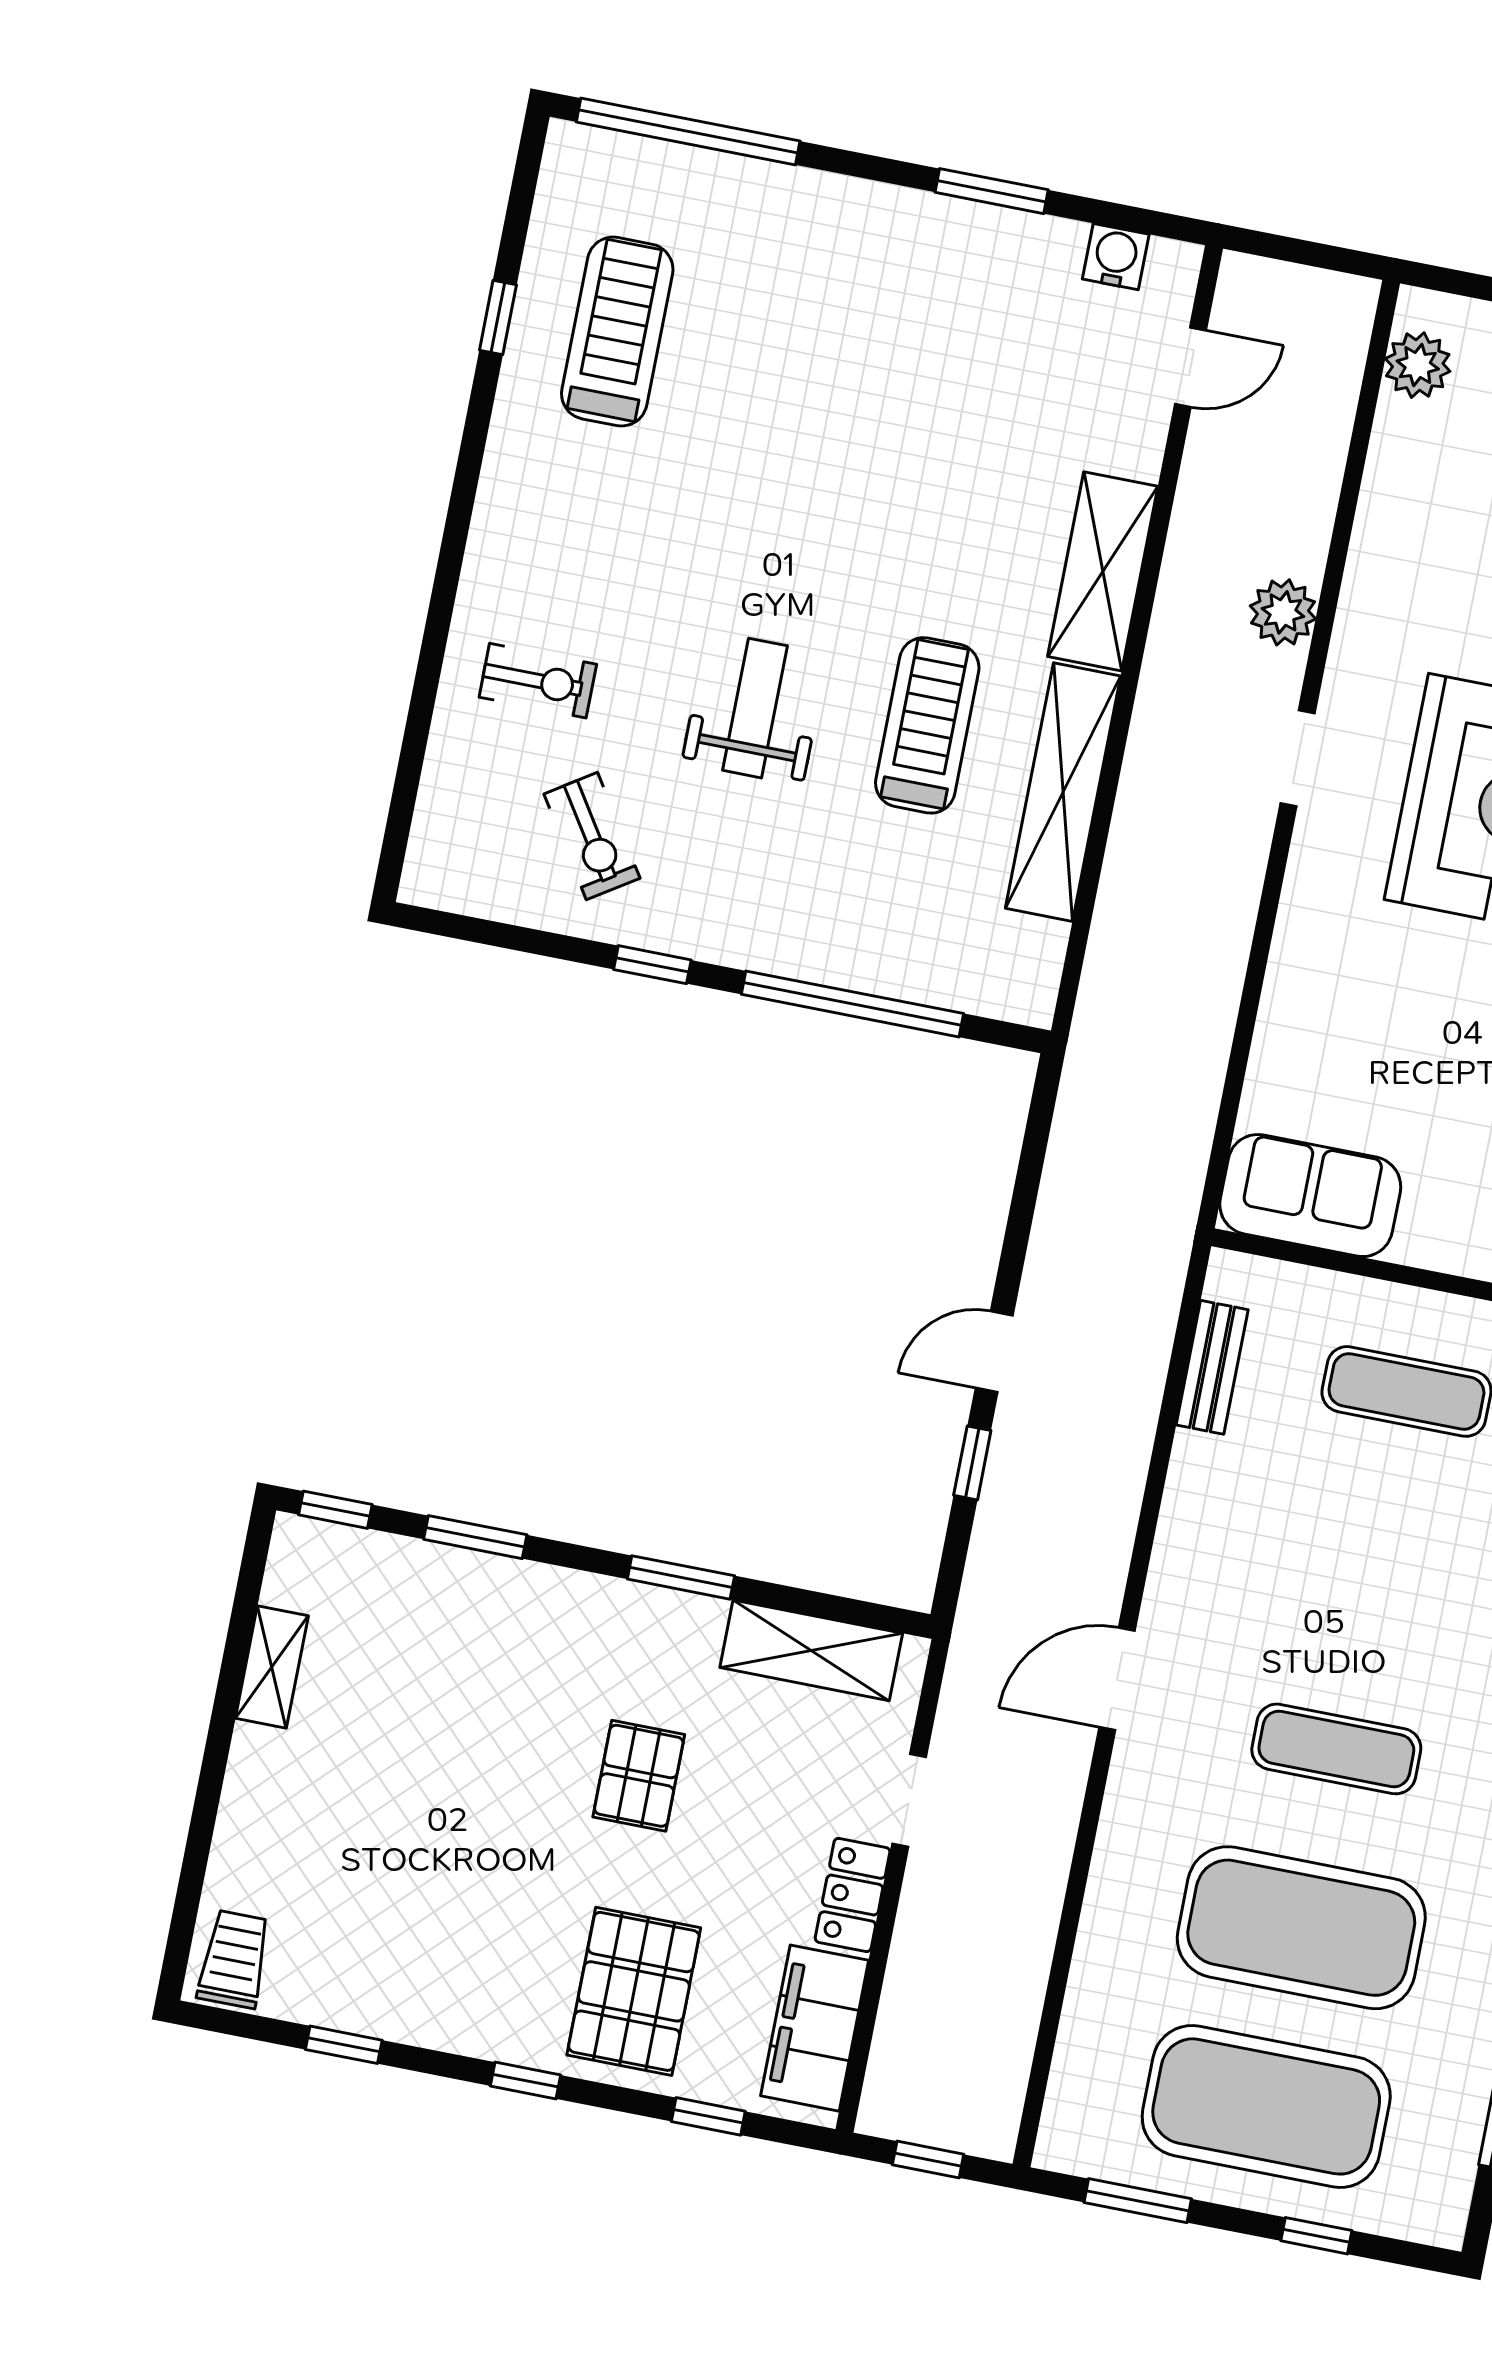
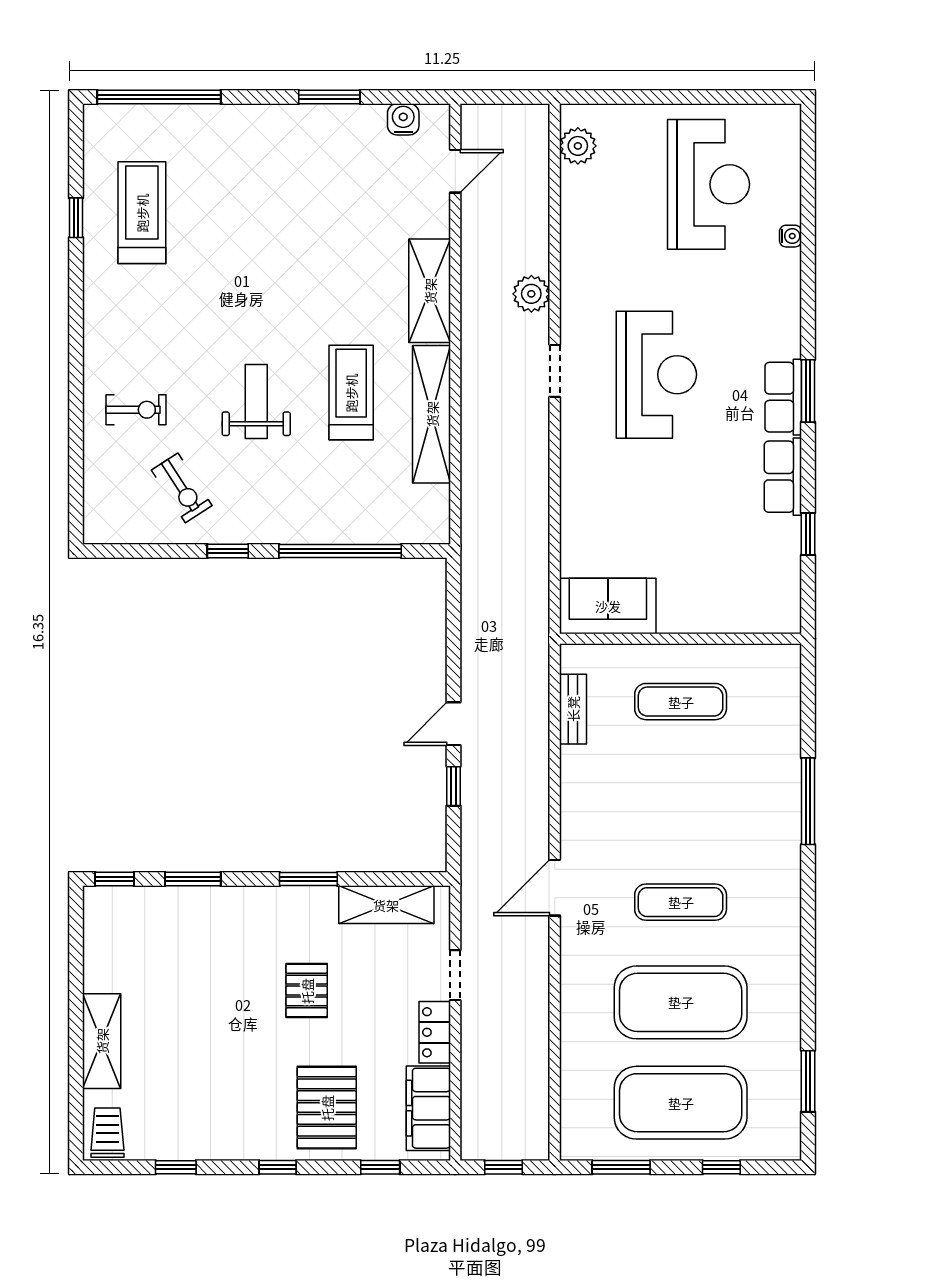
shelving: (272, 1667) -> (102, 1041), moved, width x1.50, depth x1.33

